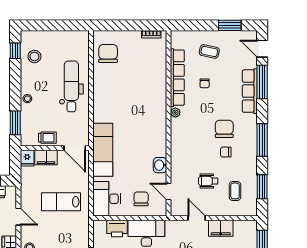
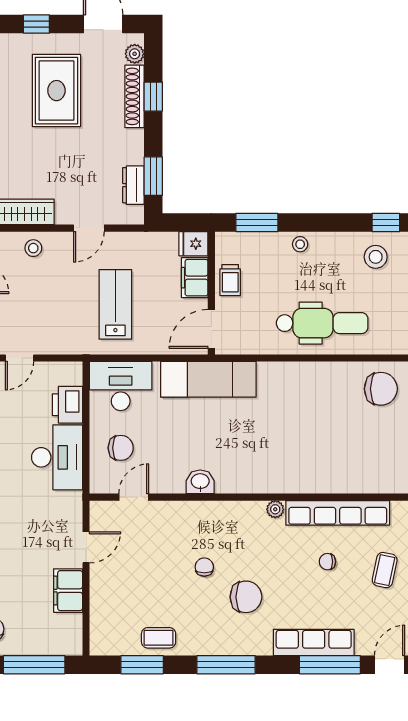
chair: (226, 152) -> (204, 567), moved
washbasin: (160, 165) -> (200, 482), moved
wheelchair: (208, 181) -> (153, 568), removed
coffee table: (235, 191) -> (159, 638), moved

